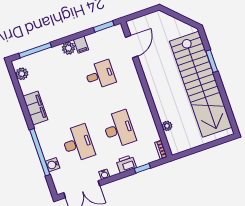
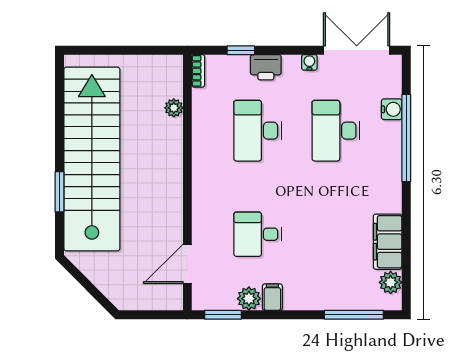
plant: (69, 48) -> (249, 299), moved
filing cabinet: (35, 108) -> (388, 242), moved

